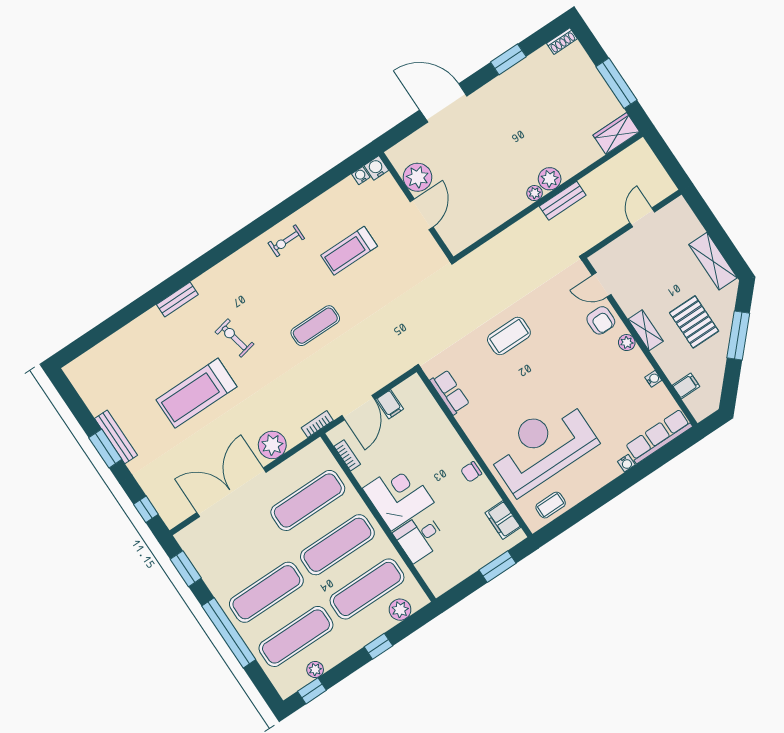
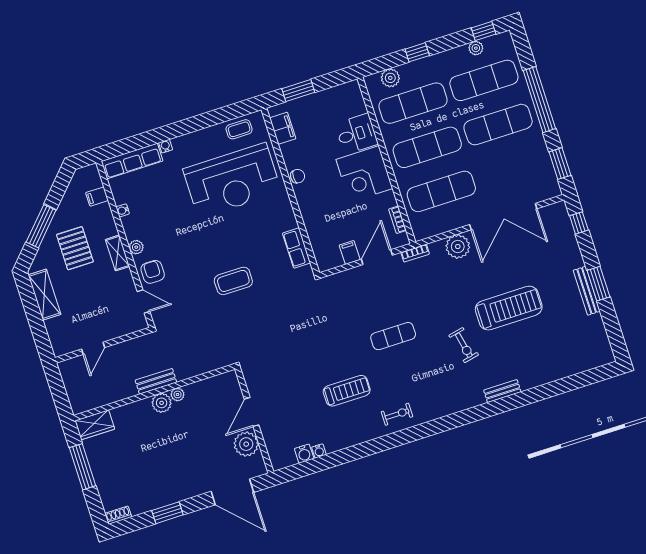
plant: (417, 177) -> (246, 444), moved
wall: (416, 206) -> (254, 420), moved
door: (422, 214) -> (252, 412), moved

